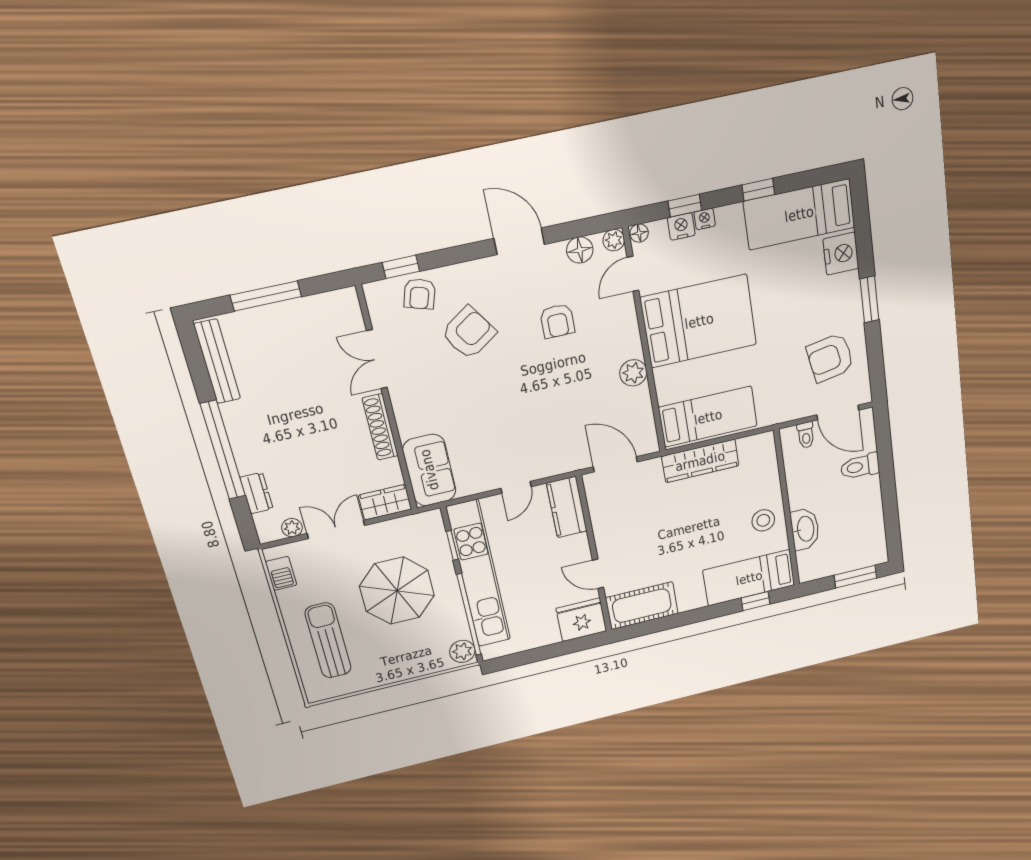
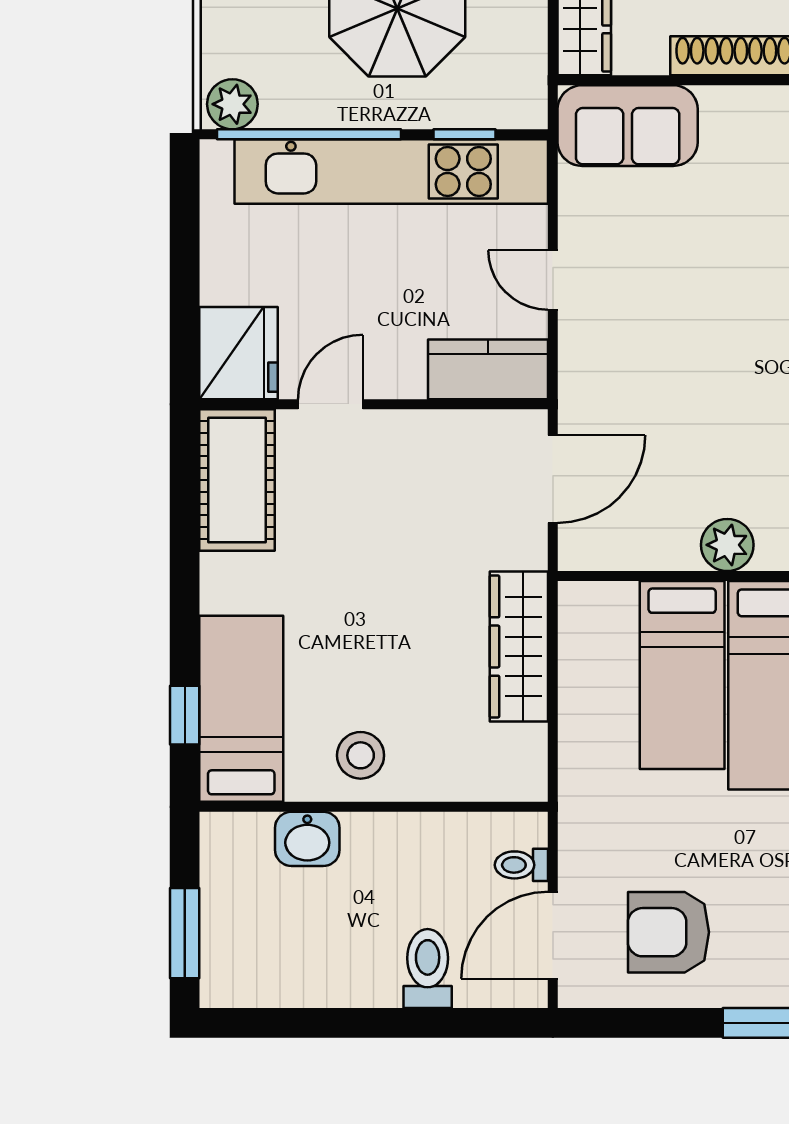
armchair: (830, 358) -> (668, 932), turned -80
bed: (708, 417) -> (682, 675), moved
washbasin: (805, 529) -> (307, 839), width x0.72

